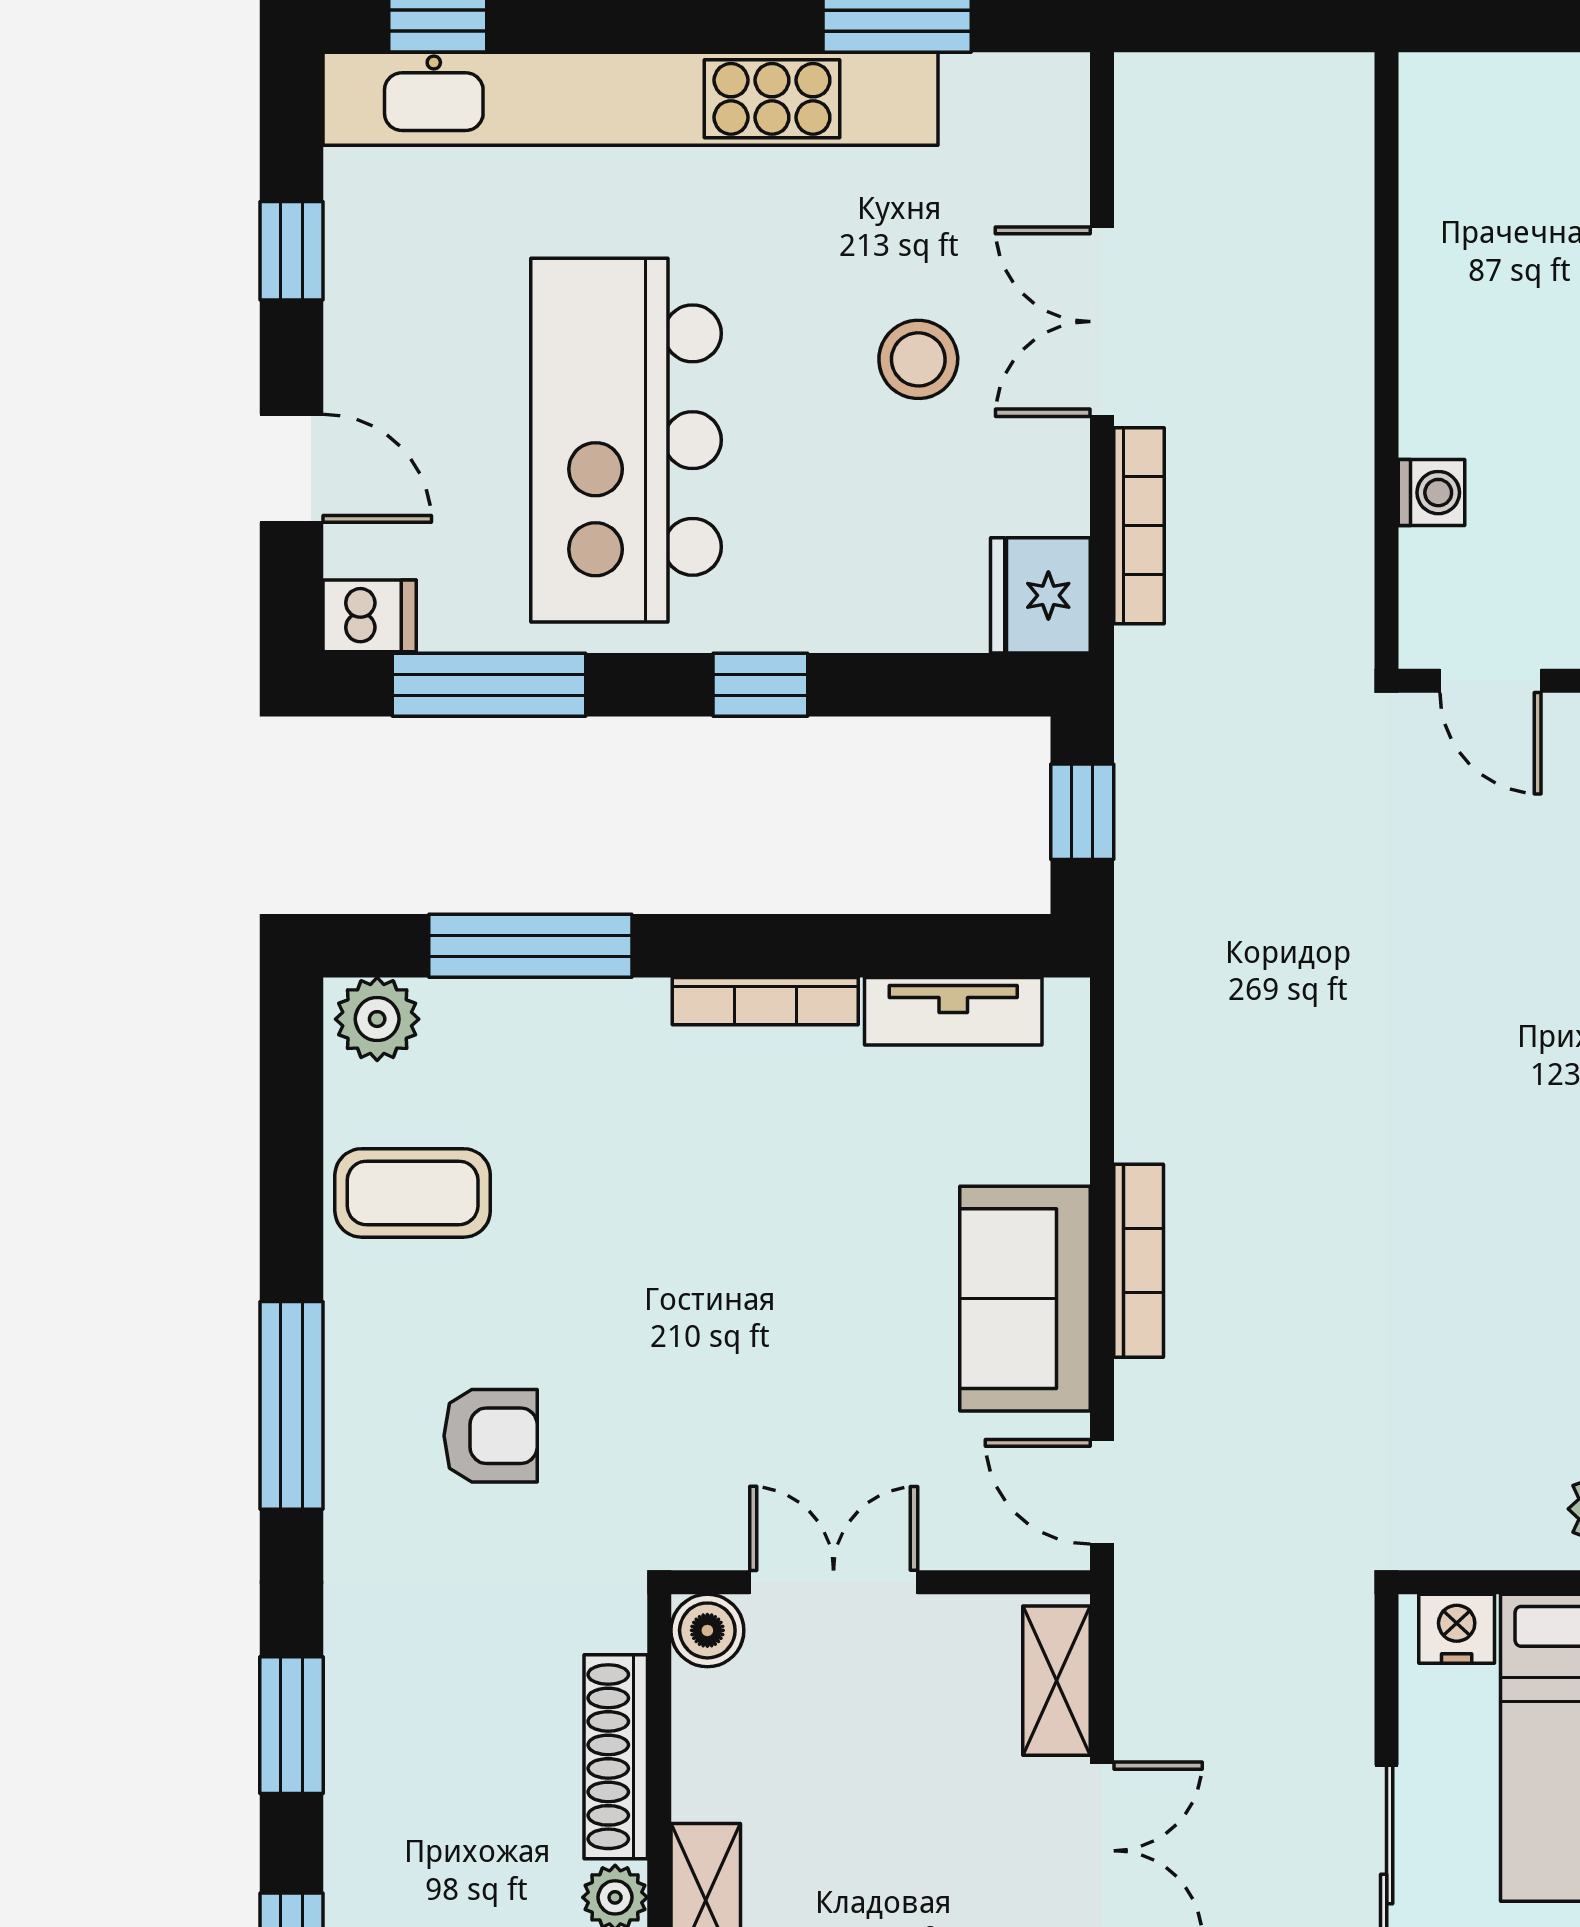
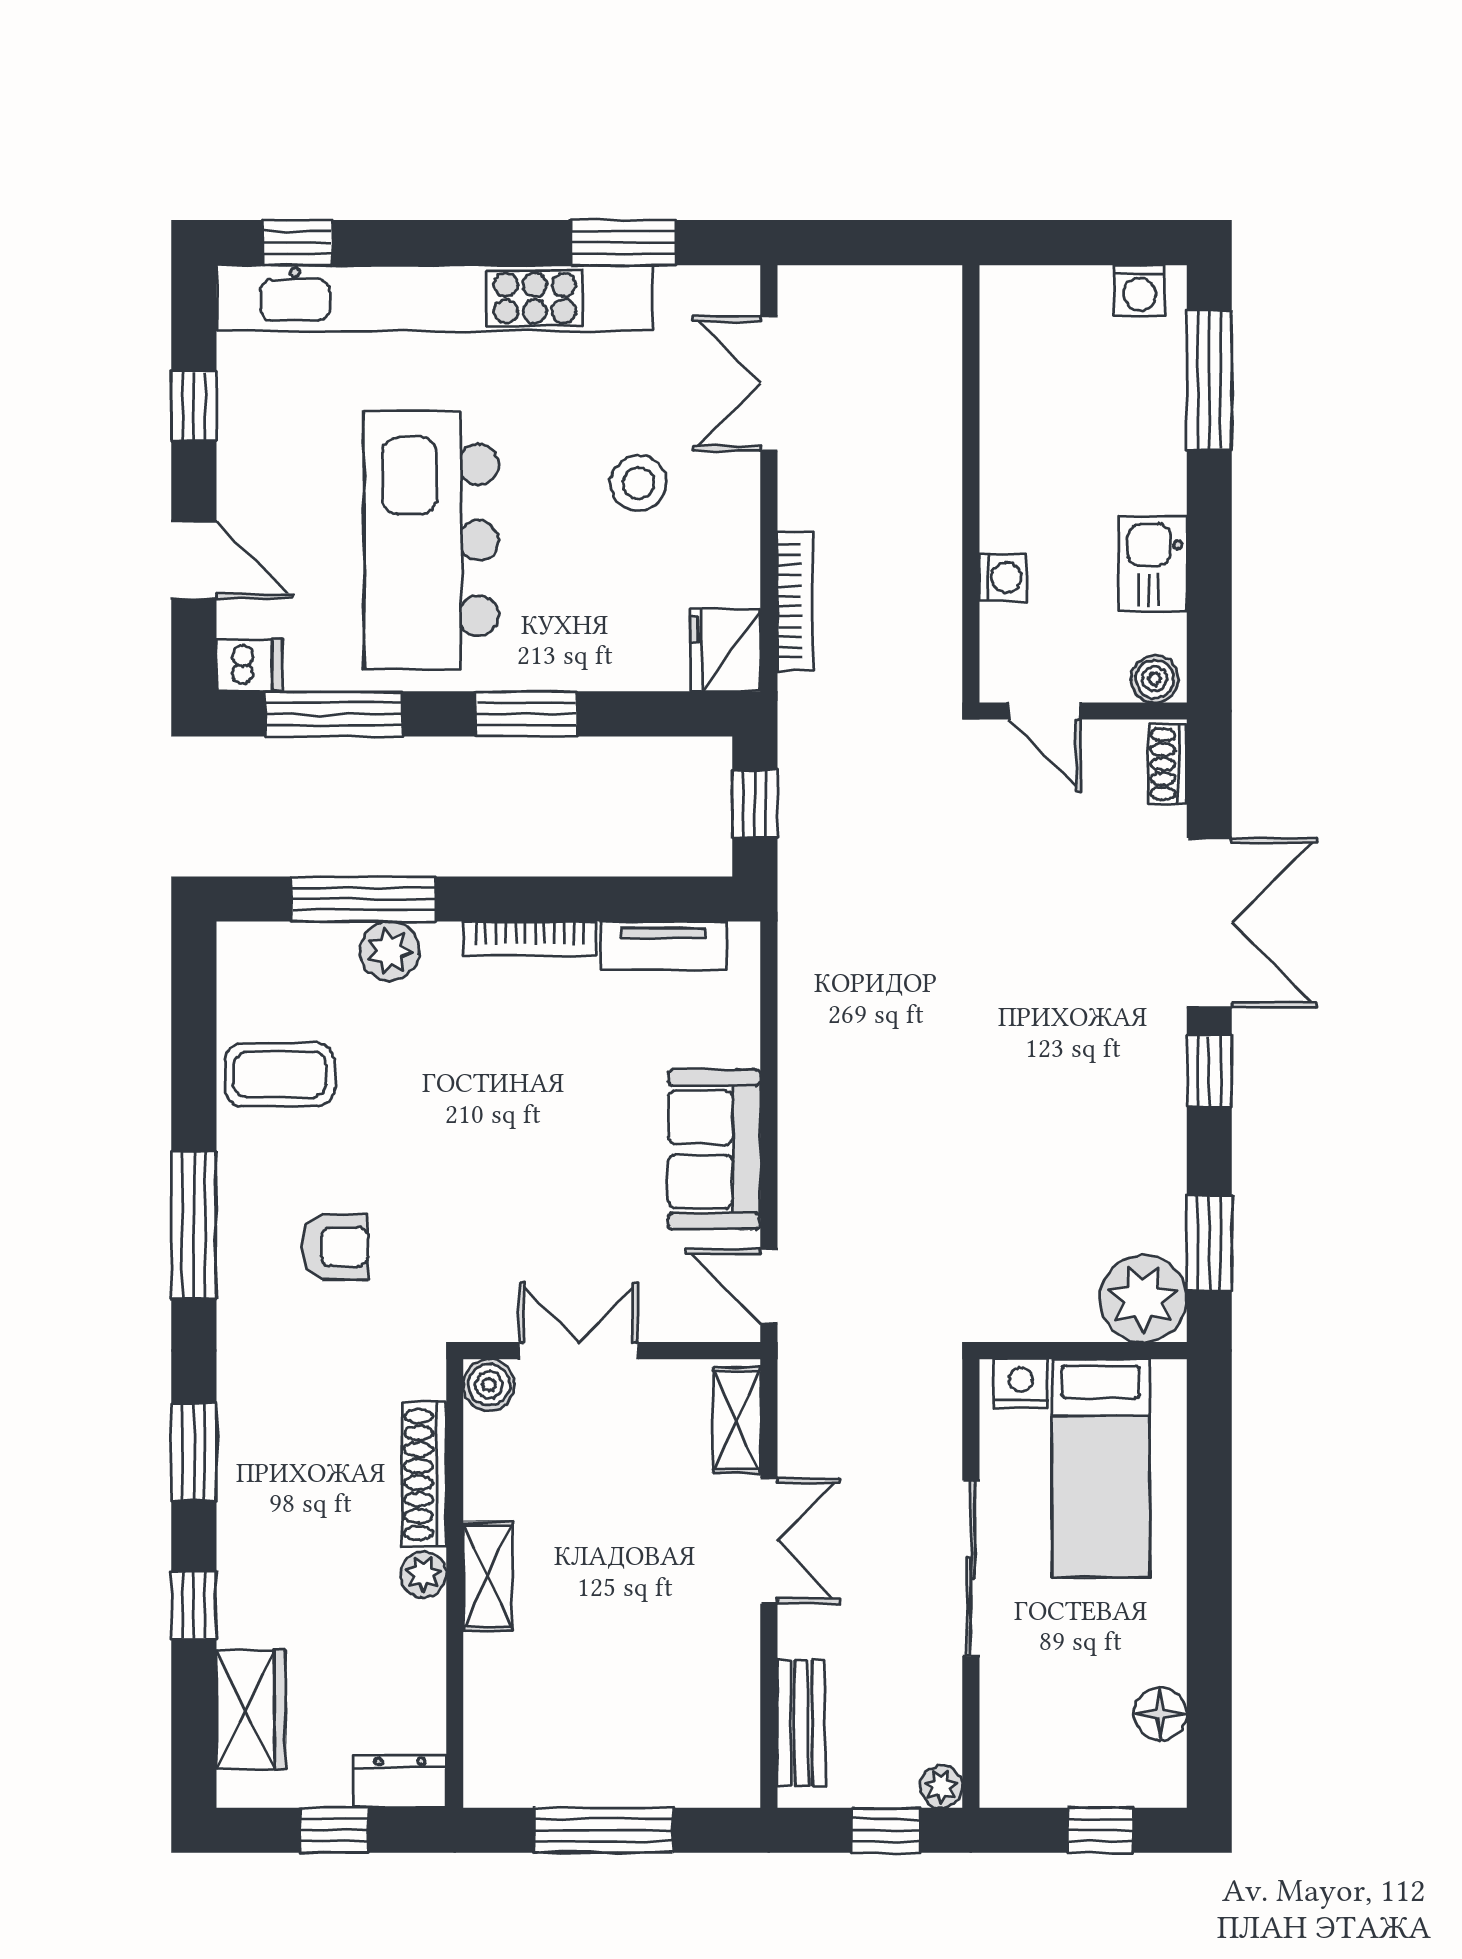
double door: (1102, 322) -> (769, 384), moved
window: (760, 685) -> (527, 714), width x1.50
plant: (377, 1019) -> (389, 951), moved
bookcase: (1139, 1261) -> (795, 1122), removed

